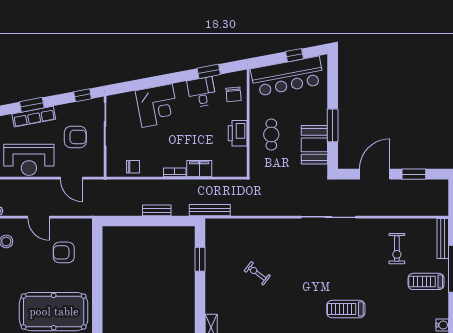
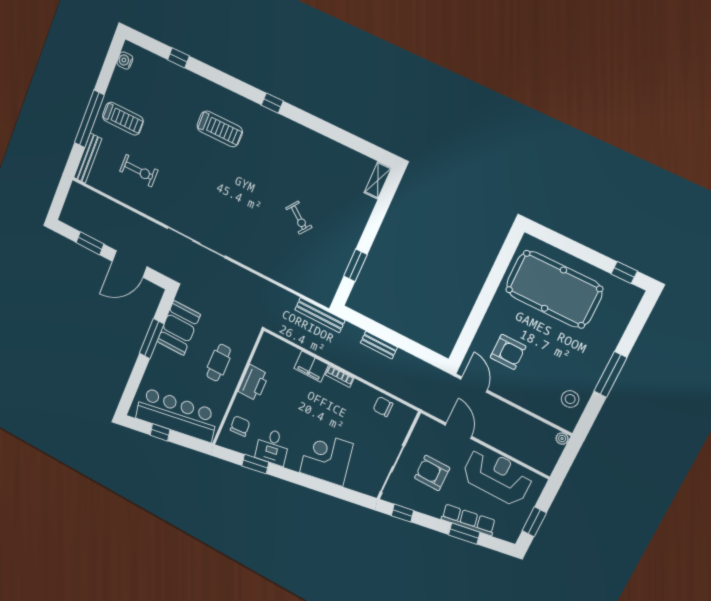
door: (39, 217) -> (474, 385), moved
exercise bike: (397, 249) -> (139, 171), turned 90

